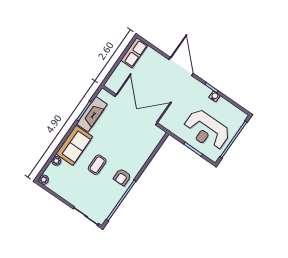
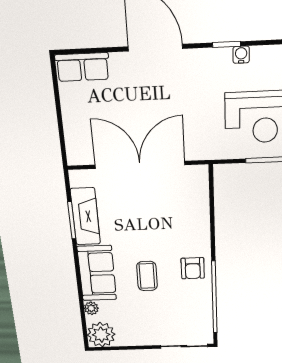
row of seats: (134, 53) -> (82, 67), moved, turned 90
plant: (44, 180) -> (101, 335), width x1.88, depth x1.88

